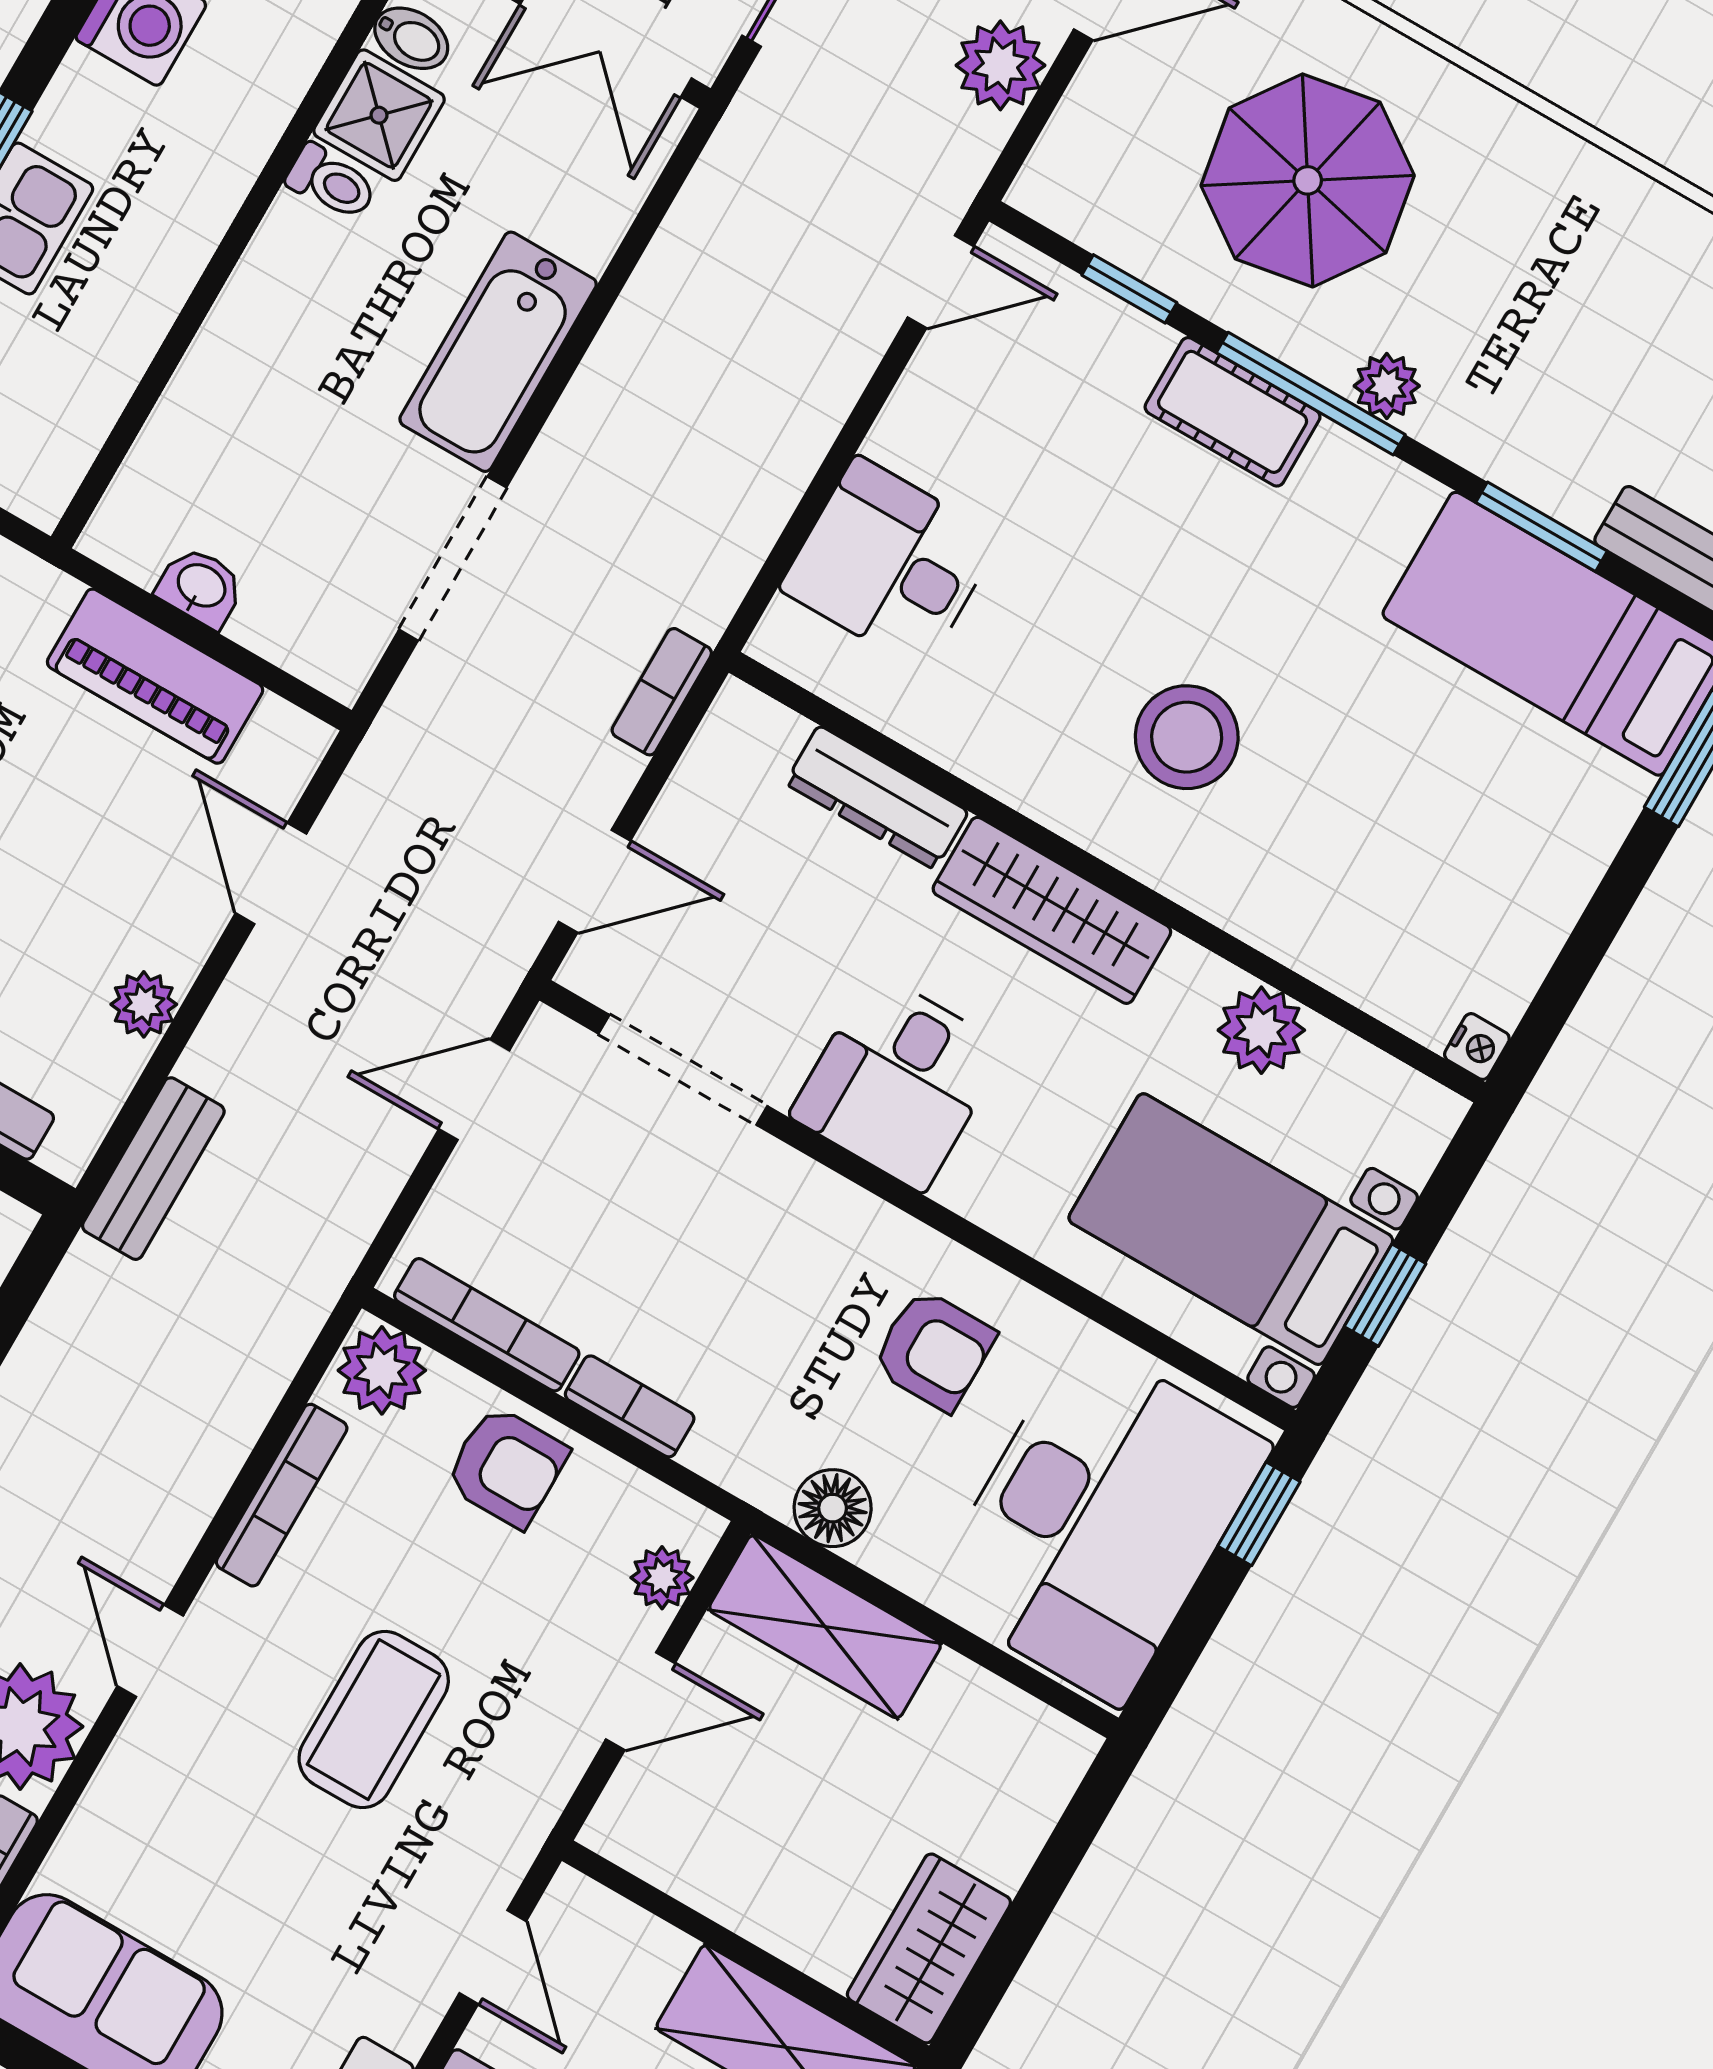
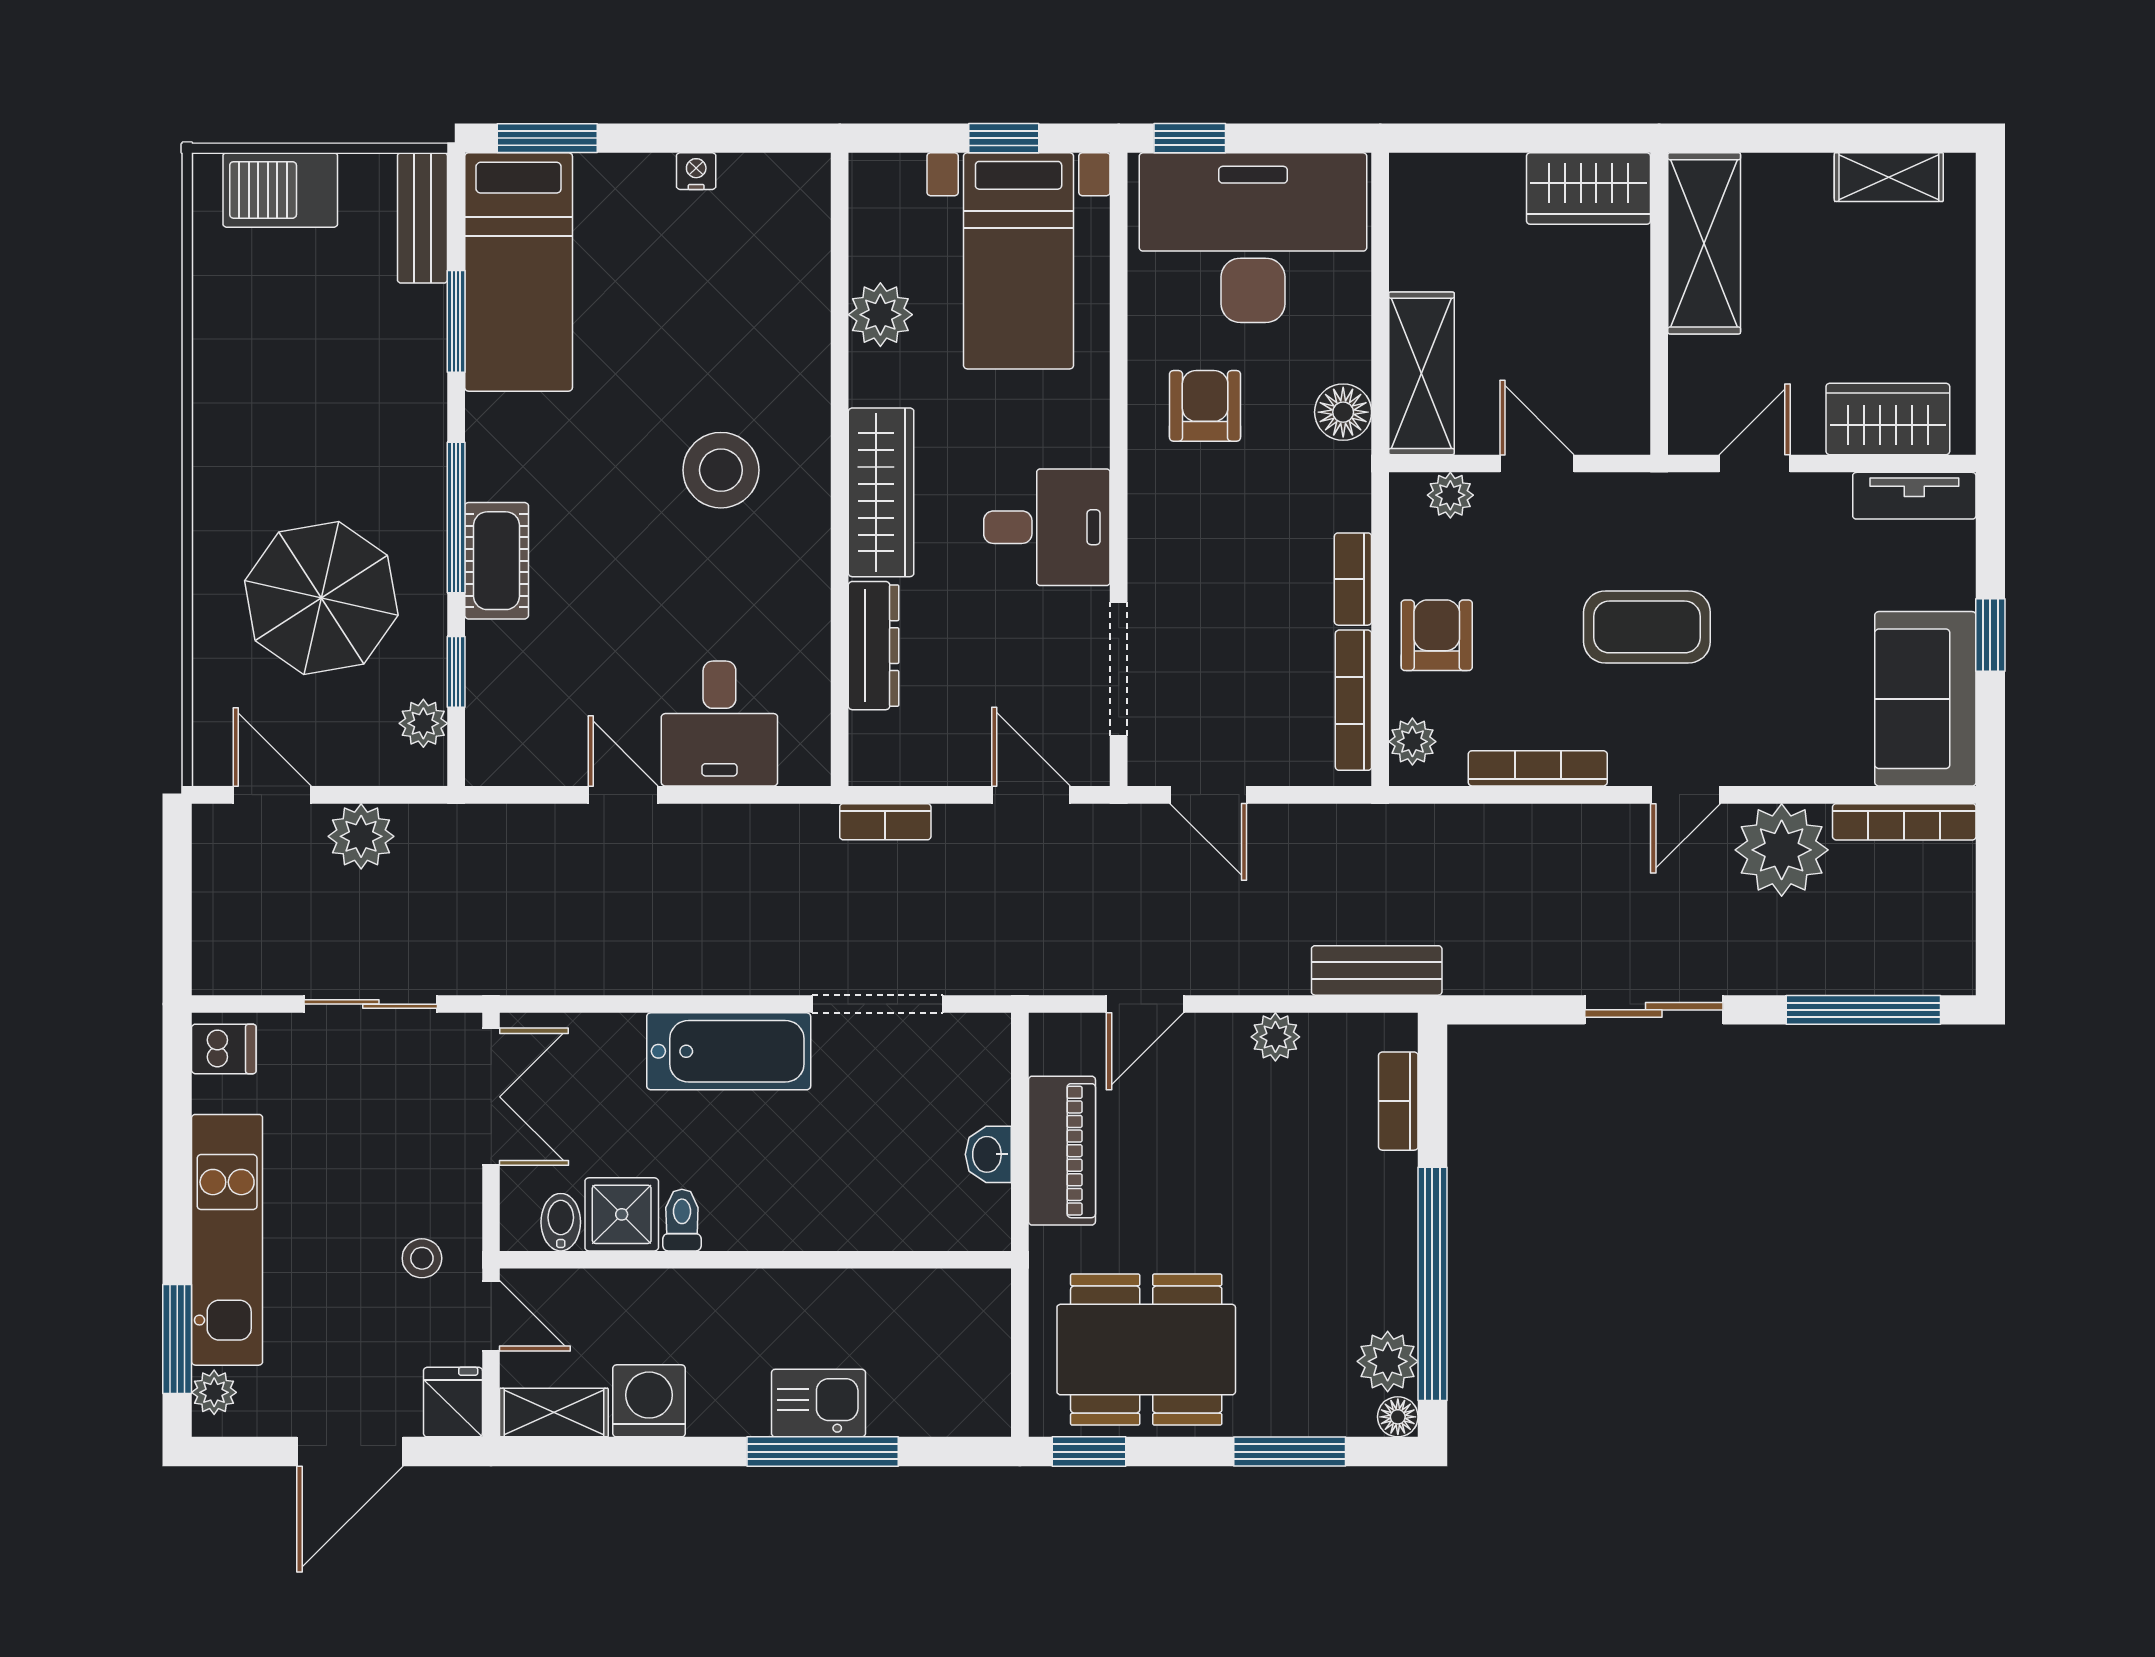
door: (941, 282) -> (623, 795), moved
plant: (1387, 386) -> (423, 723), moved
nightstand: (1477, 1047) -> (696, 171), moved
plant: (382, 1370) -> (1412, 742), width x0.73, depth x0.73

